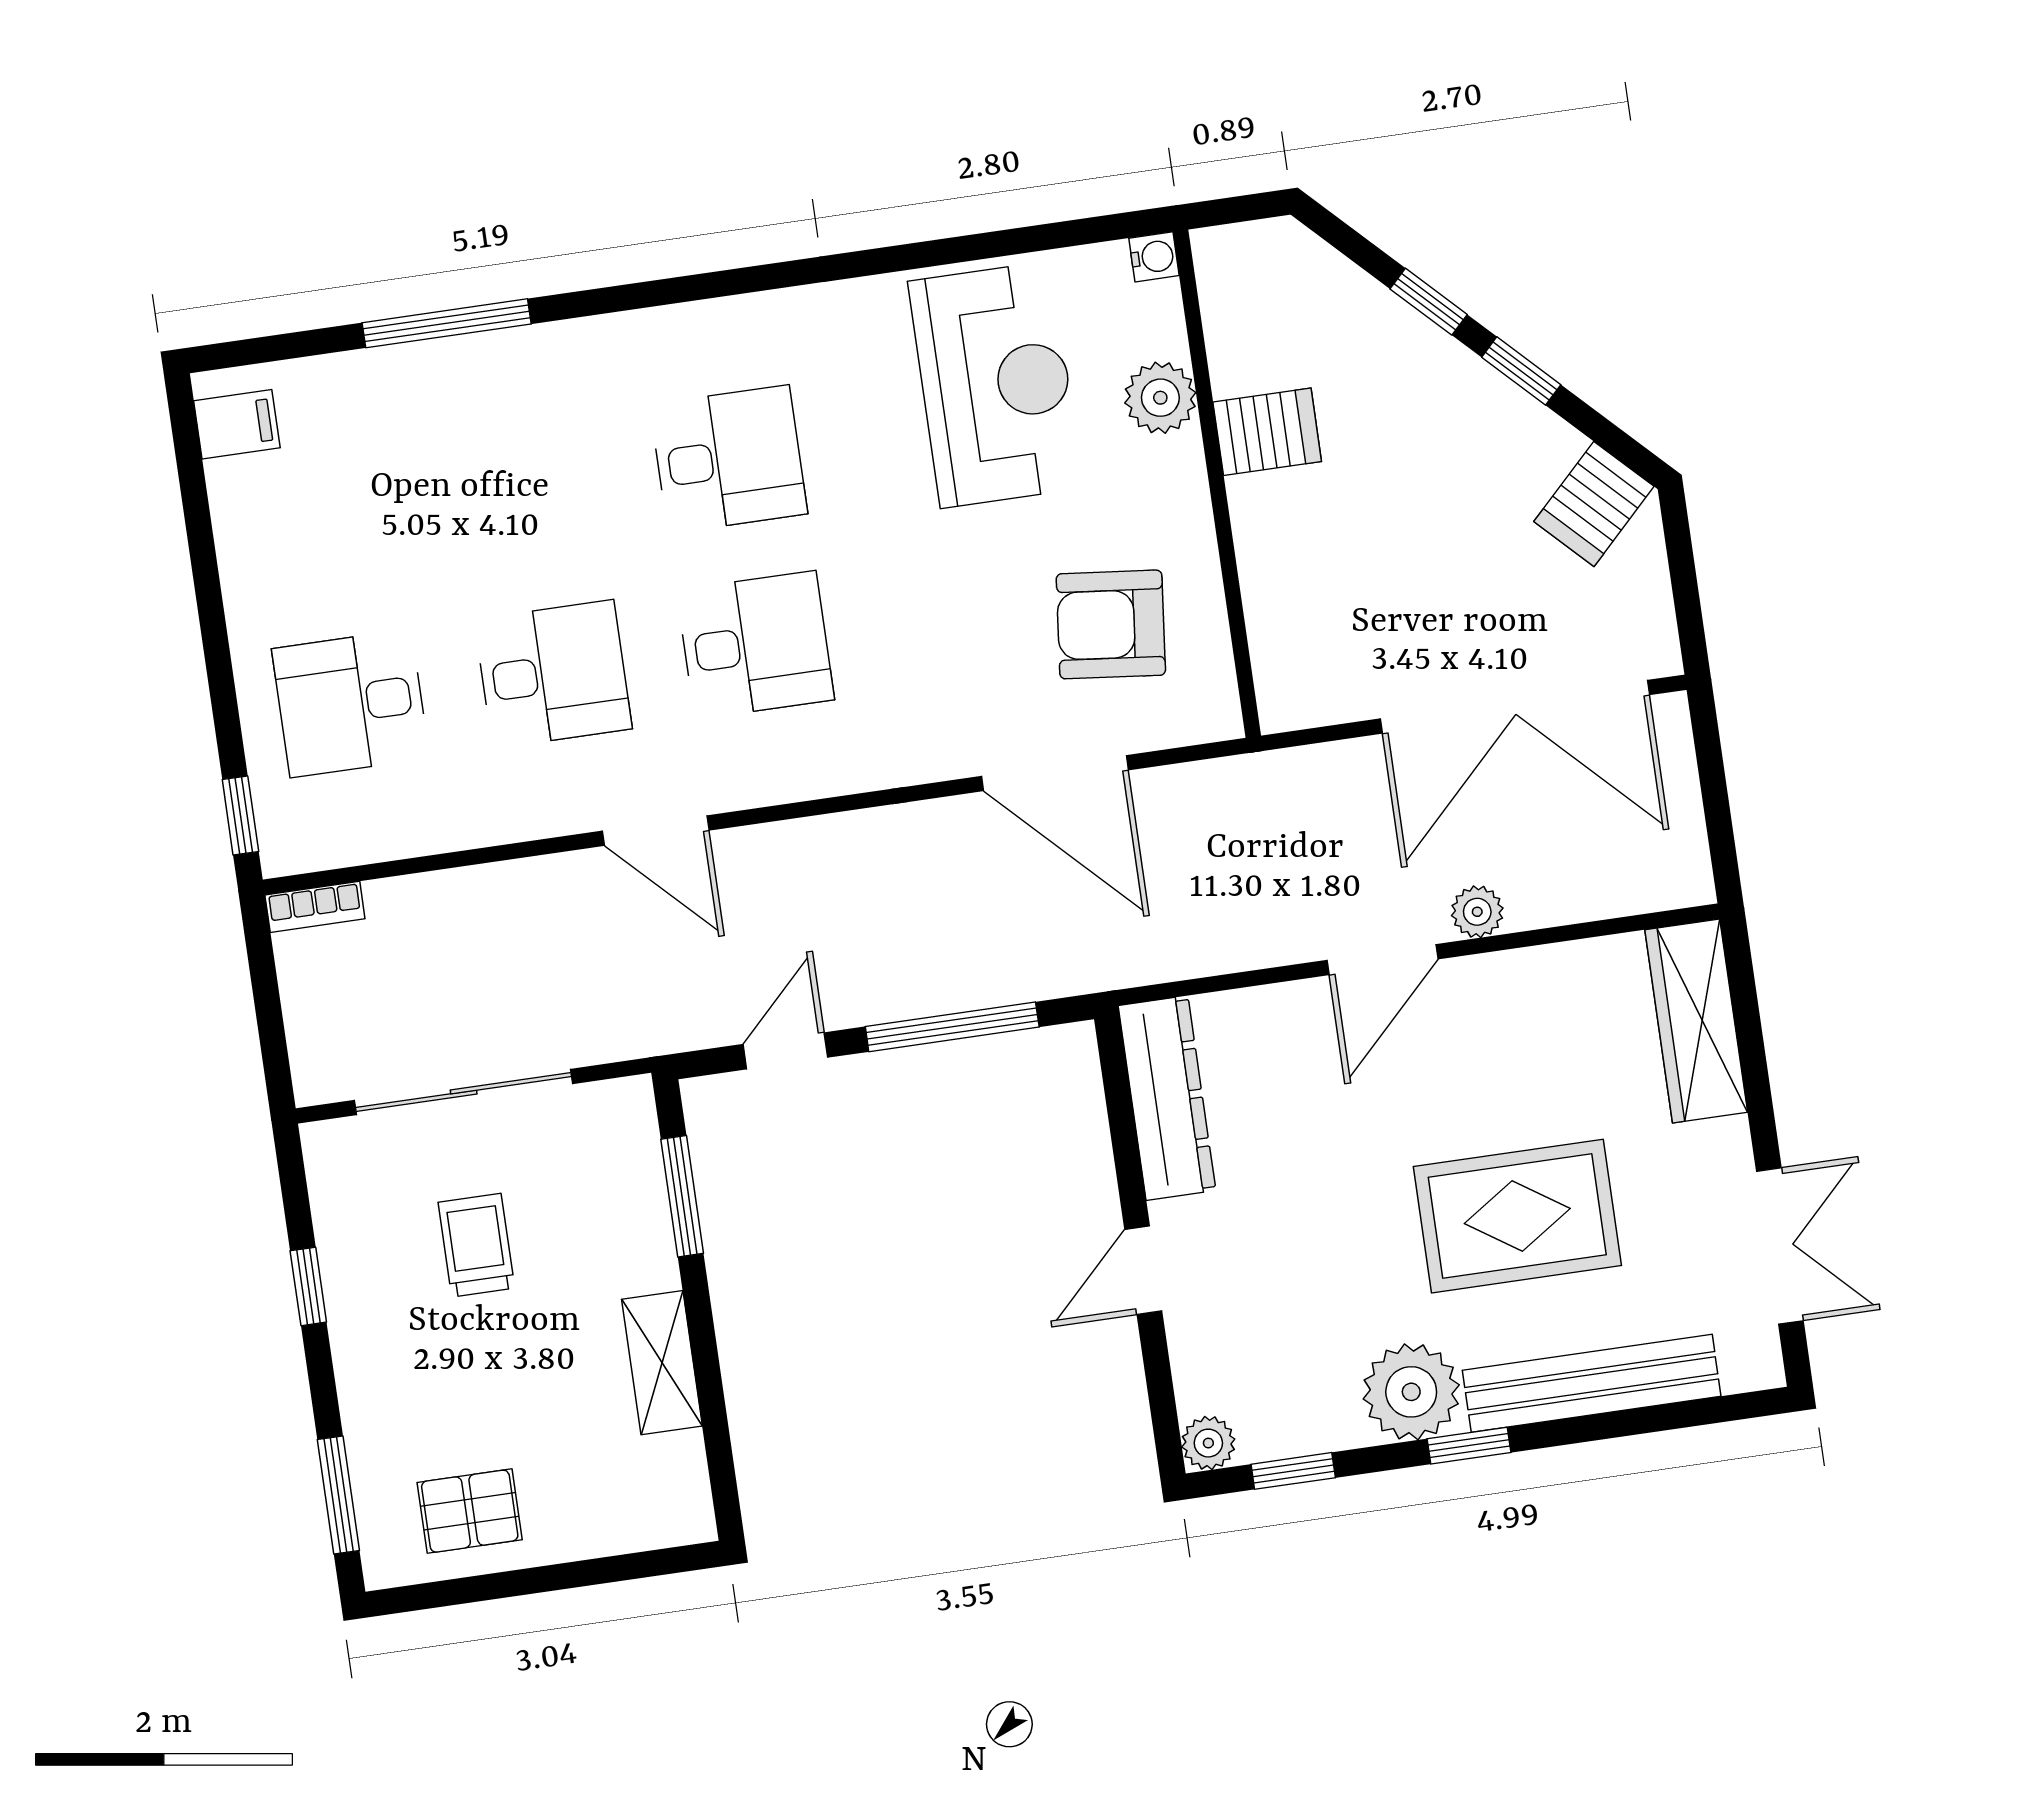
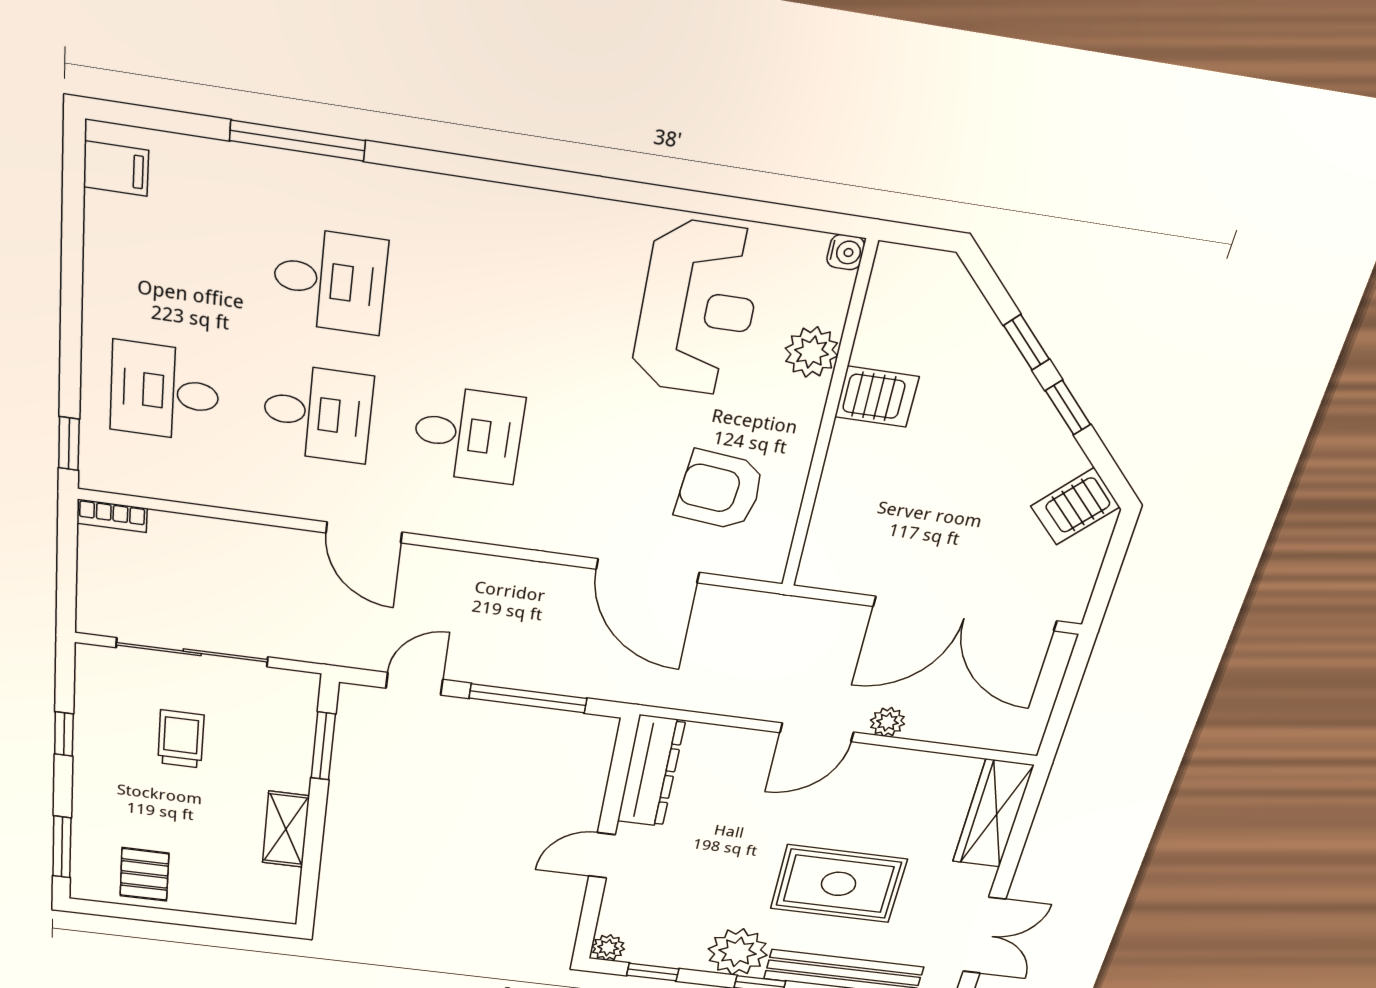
desk: (729, 459) -> (330, 281), moved
pallet: (470, 1511) -> (144, 874), turned 90

